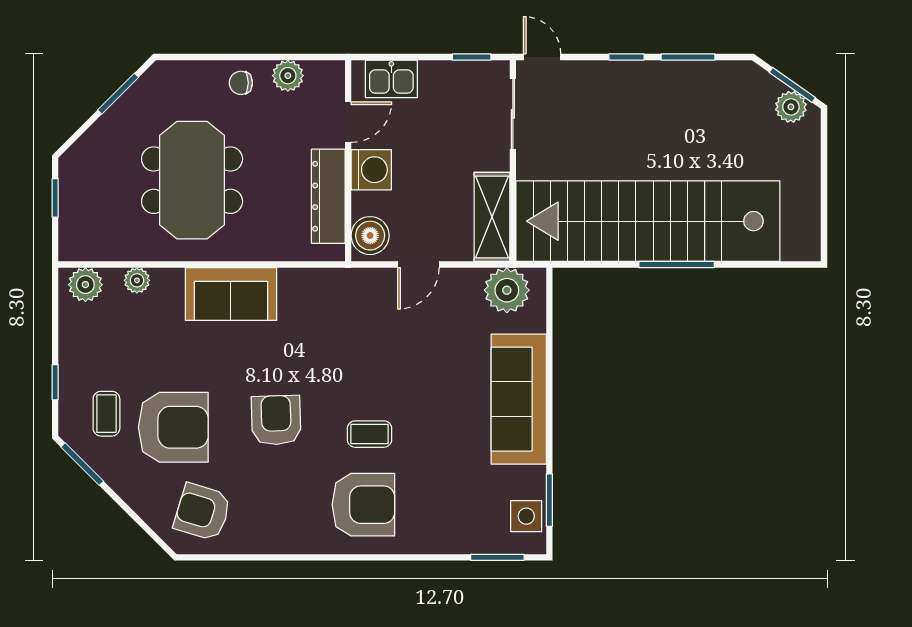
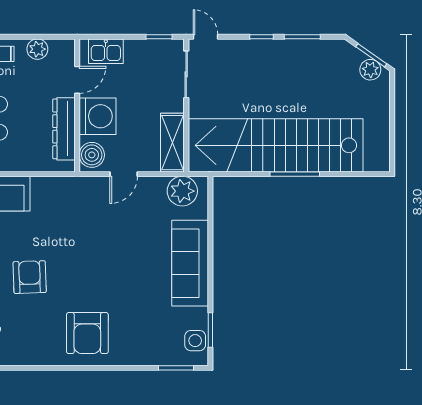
washing machine: (371, 170) -> (97, 116), width x1.37, depth x1.37
coffee table: (369, 434) -> (91, 286), removed
armchair: (363, 505) -> (87, 333), turned 90

